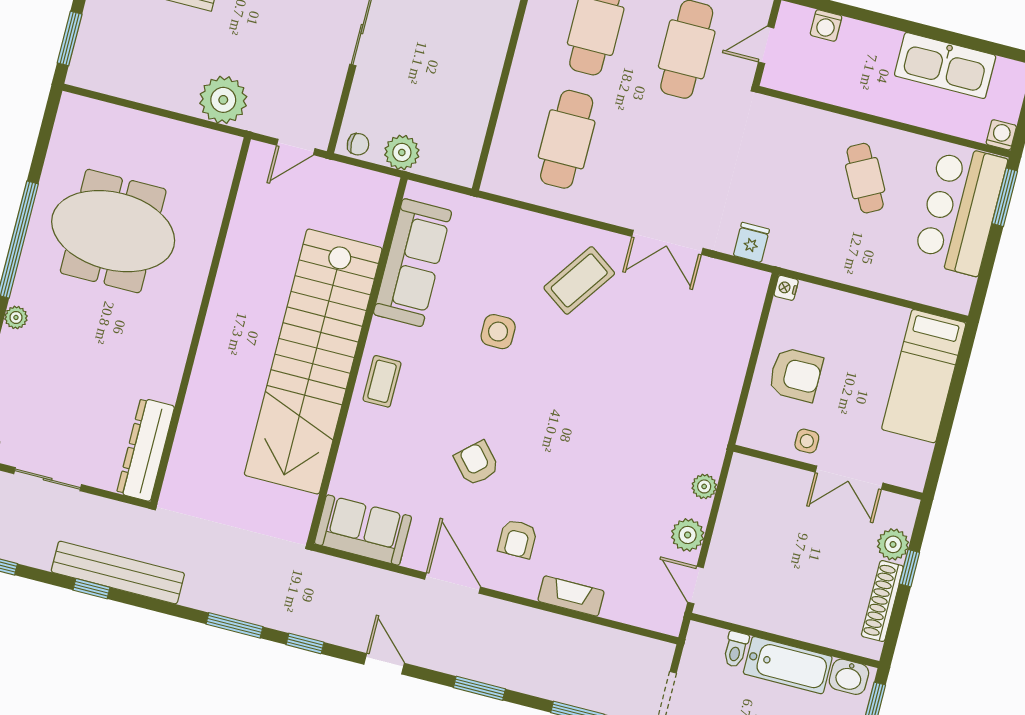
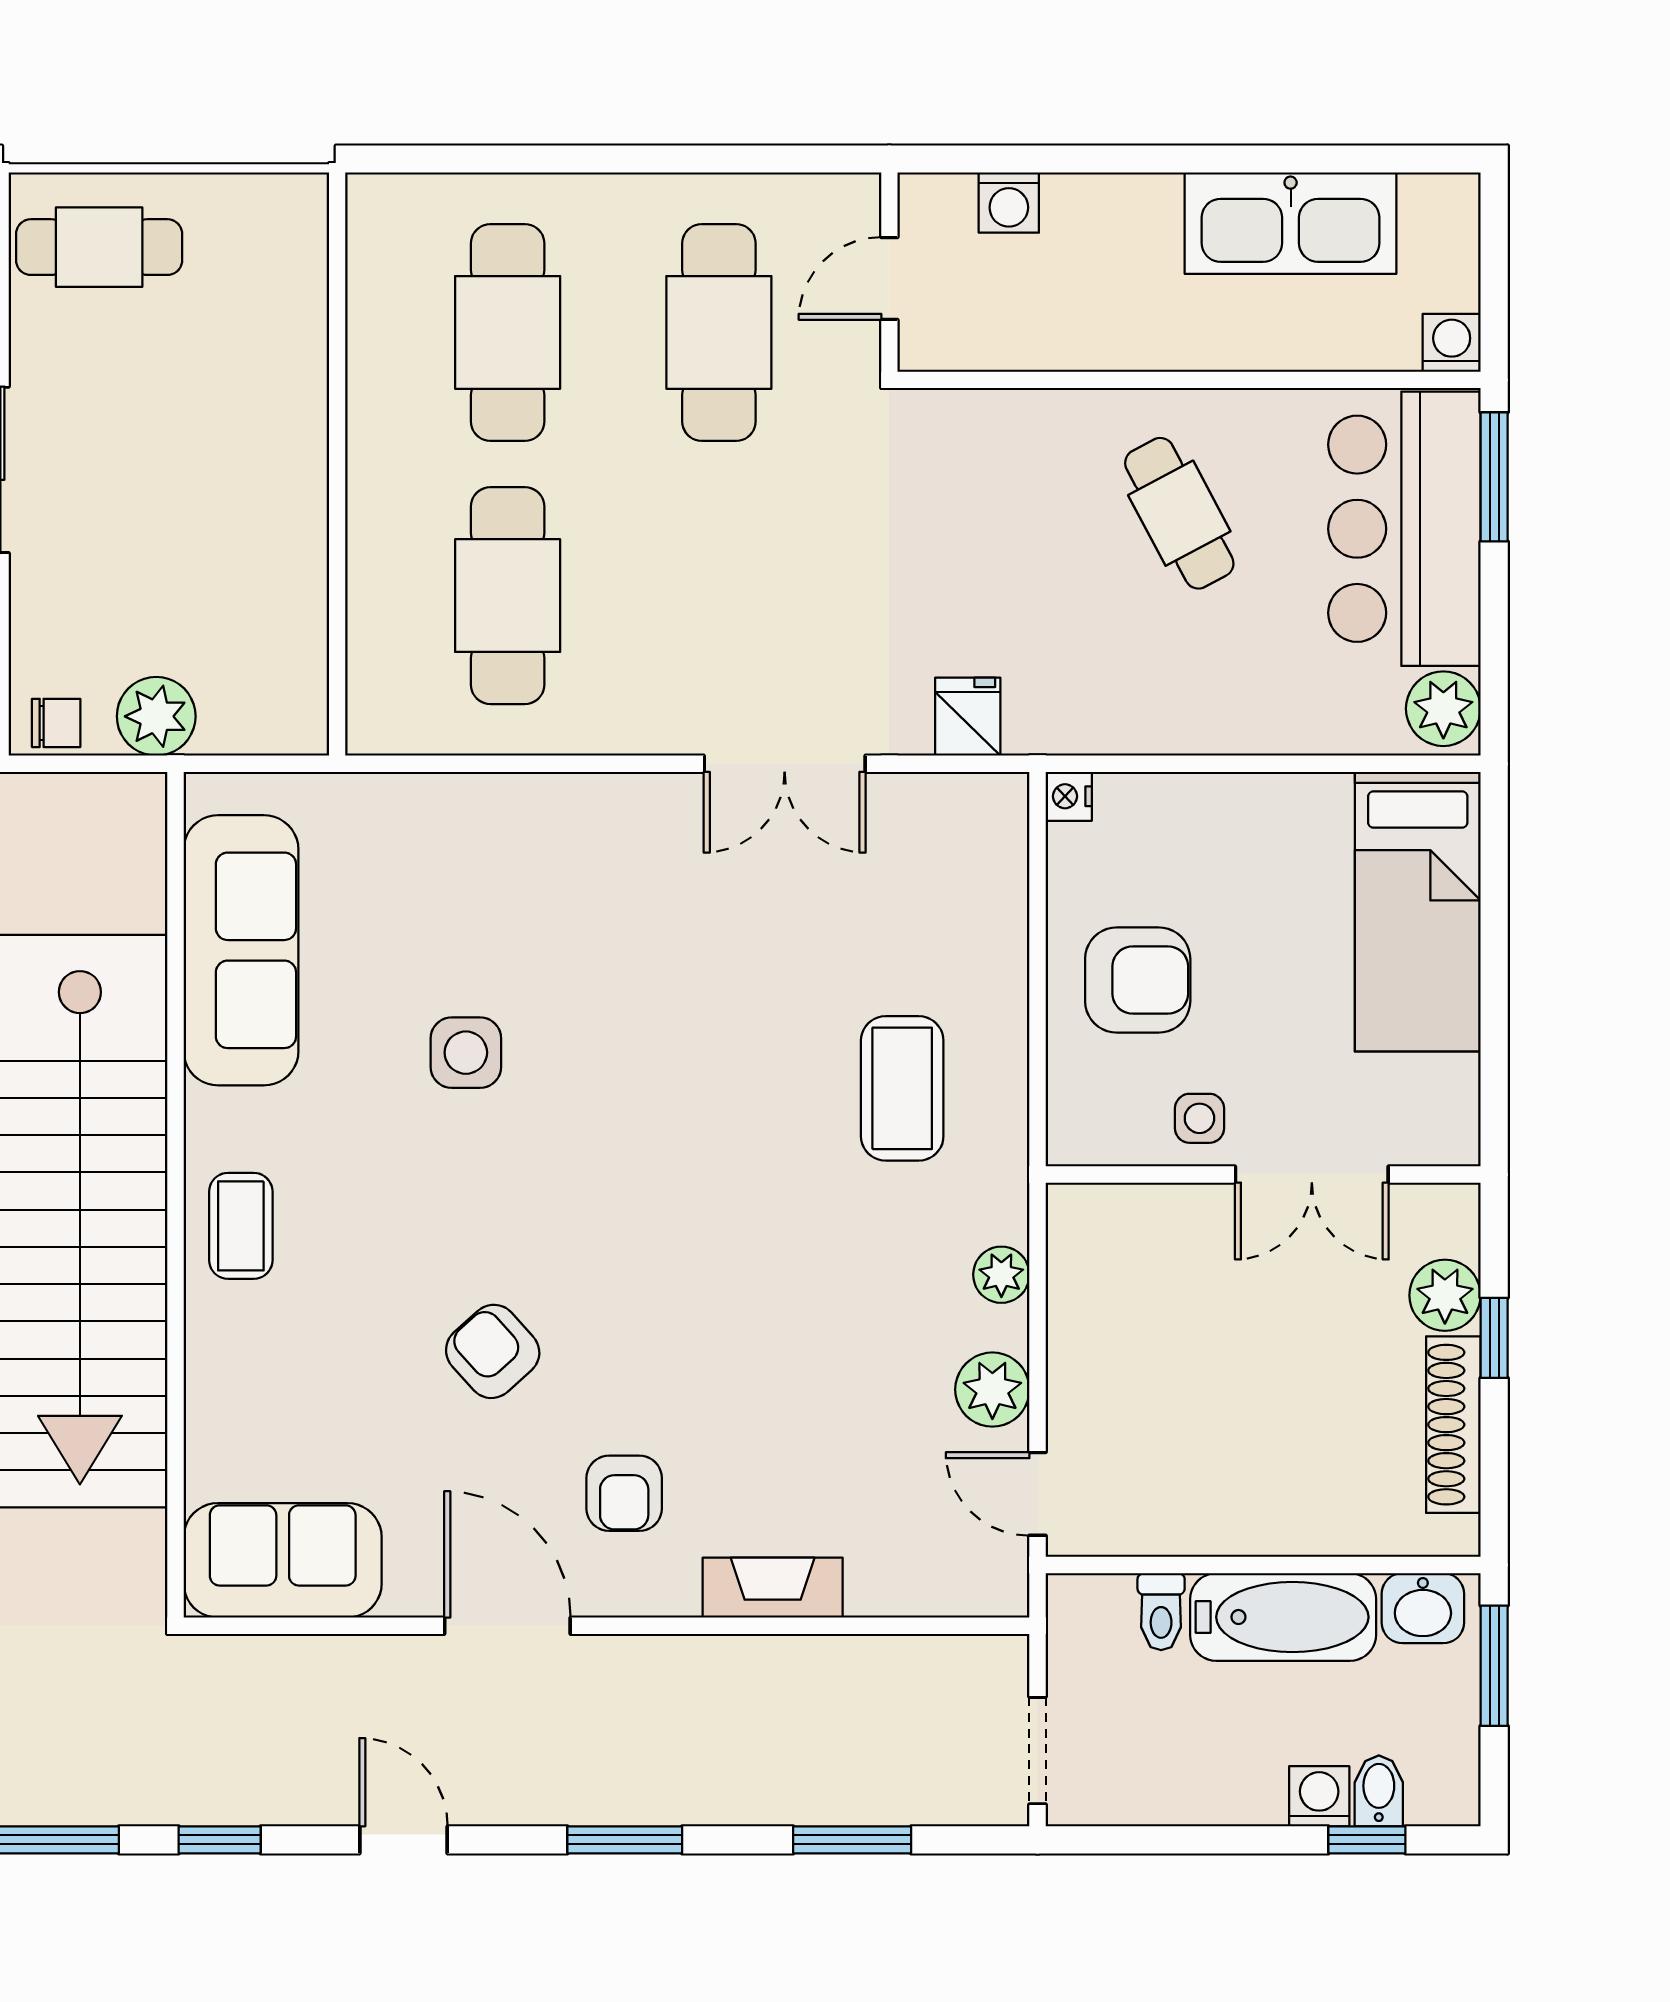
coffee table: (579, 280) -> (902, 1088), moved, turned -35
plant: (957, 292) -> (1443, 709), added

